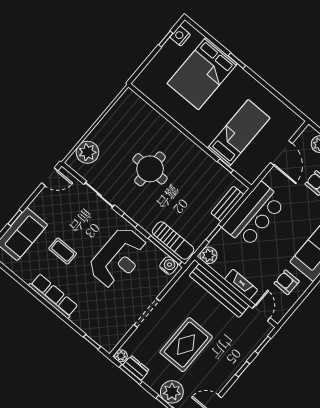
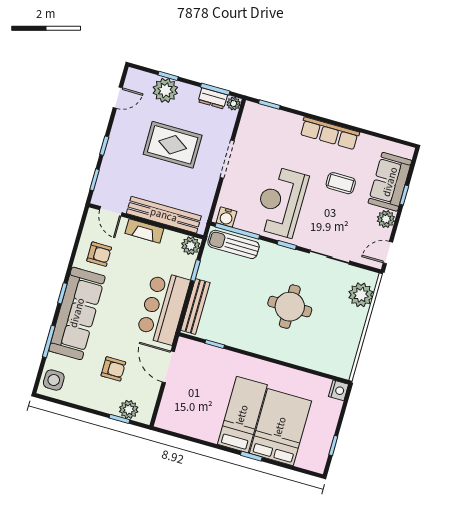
nightstand: (180, 36) -> (338, 390), moved
bed: (239, 133) -> (242, 415), moved, turned 180
door: (281, 153) -> (168, 367), moved
bench: (227, 204) -> (195, 306), width x1.36
plant: (39, 205) -> (386, 219), added
rug: (186, 345) -> (173, 145), turned 90

